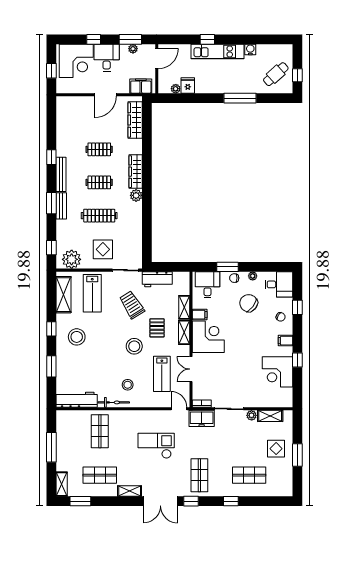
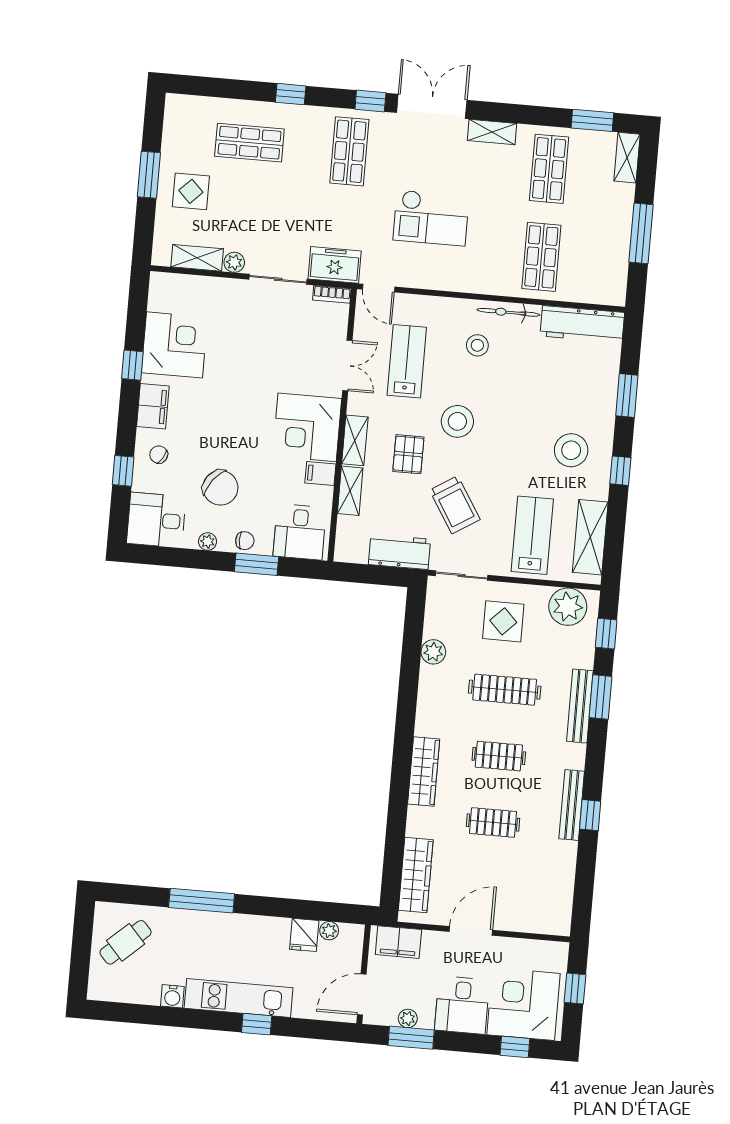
window: (94, 39) -> (515, 1047), moved
window: (297, 75) -> (82, 936), removed
bench: (61, 174) -> (572, 805), moved
plant: (136, 195) -> (433, 652), moved
window: (51, 203) -> (601, 697), moved
bench: (61, 206) -> (580, 706), width x1.36
filing cabinet: (286, 341) -> (153, 406), width x2.00
shop shelf: (100, 475) -> (549, 169), turned 90

